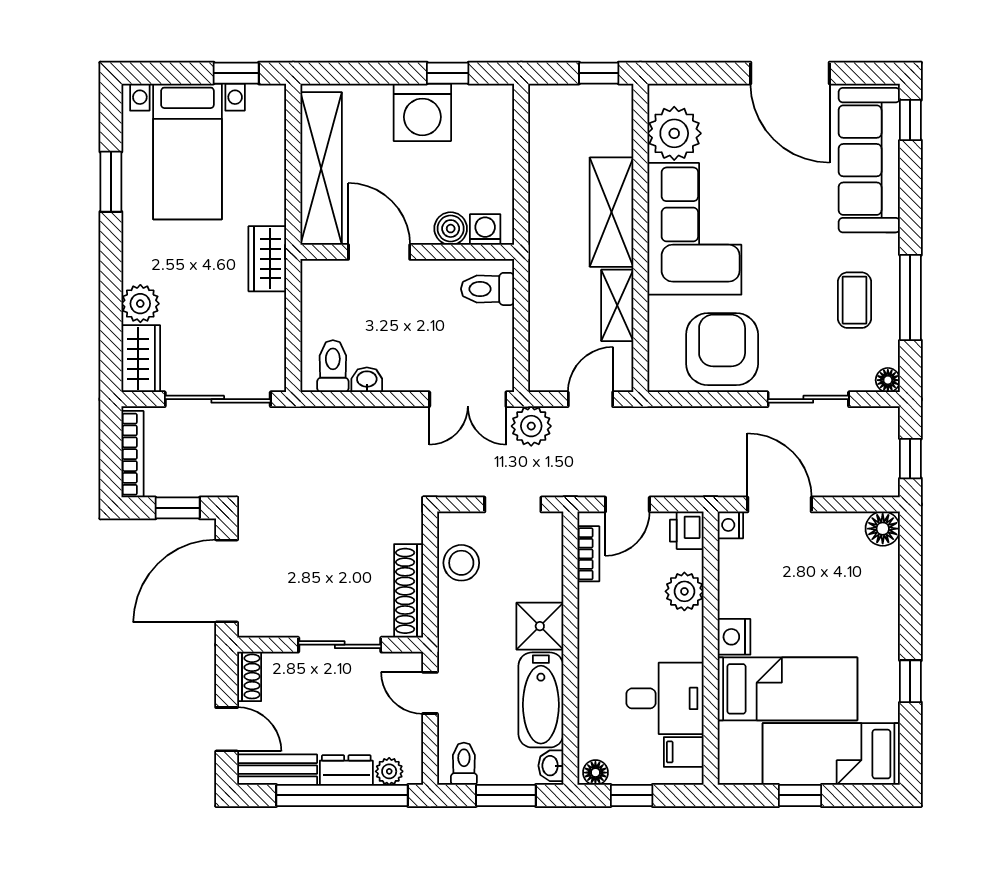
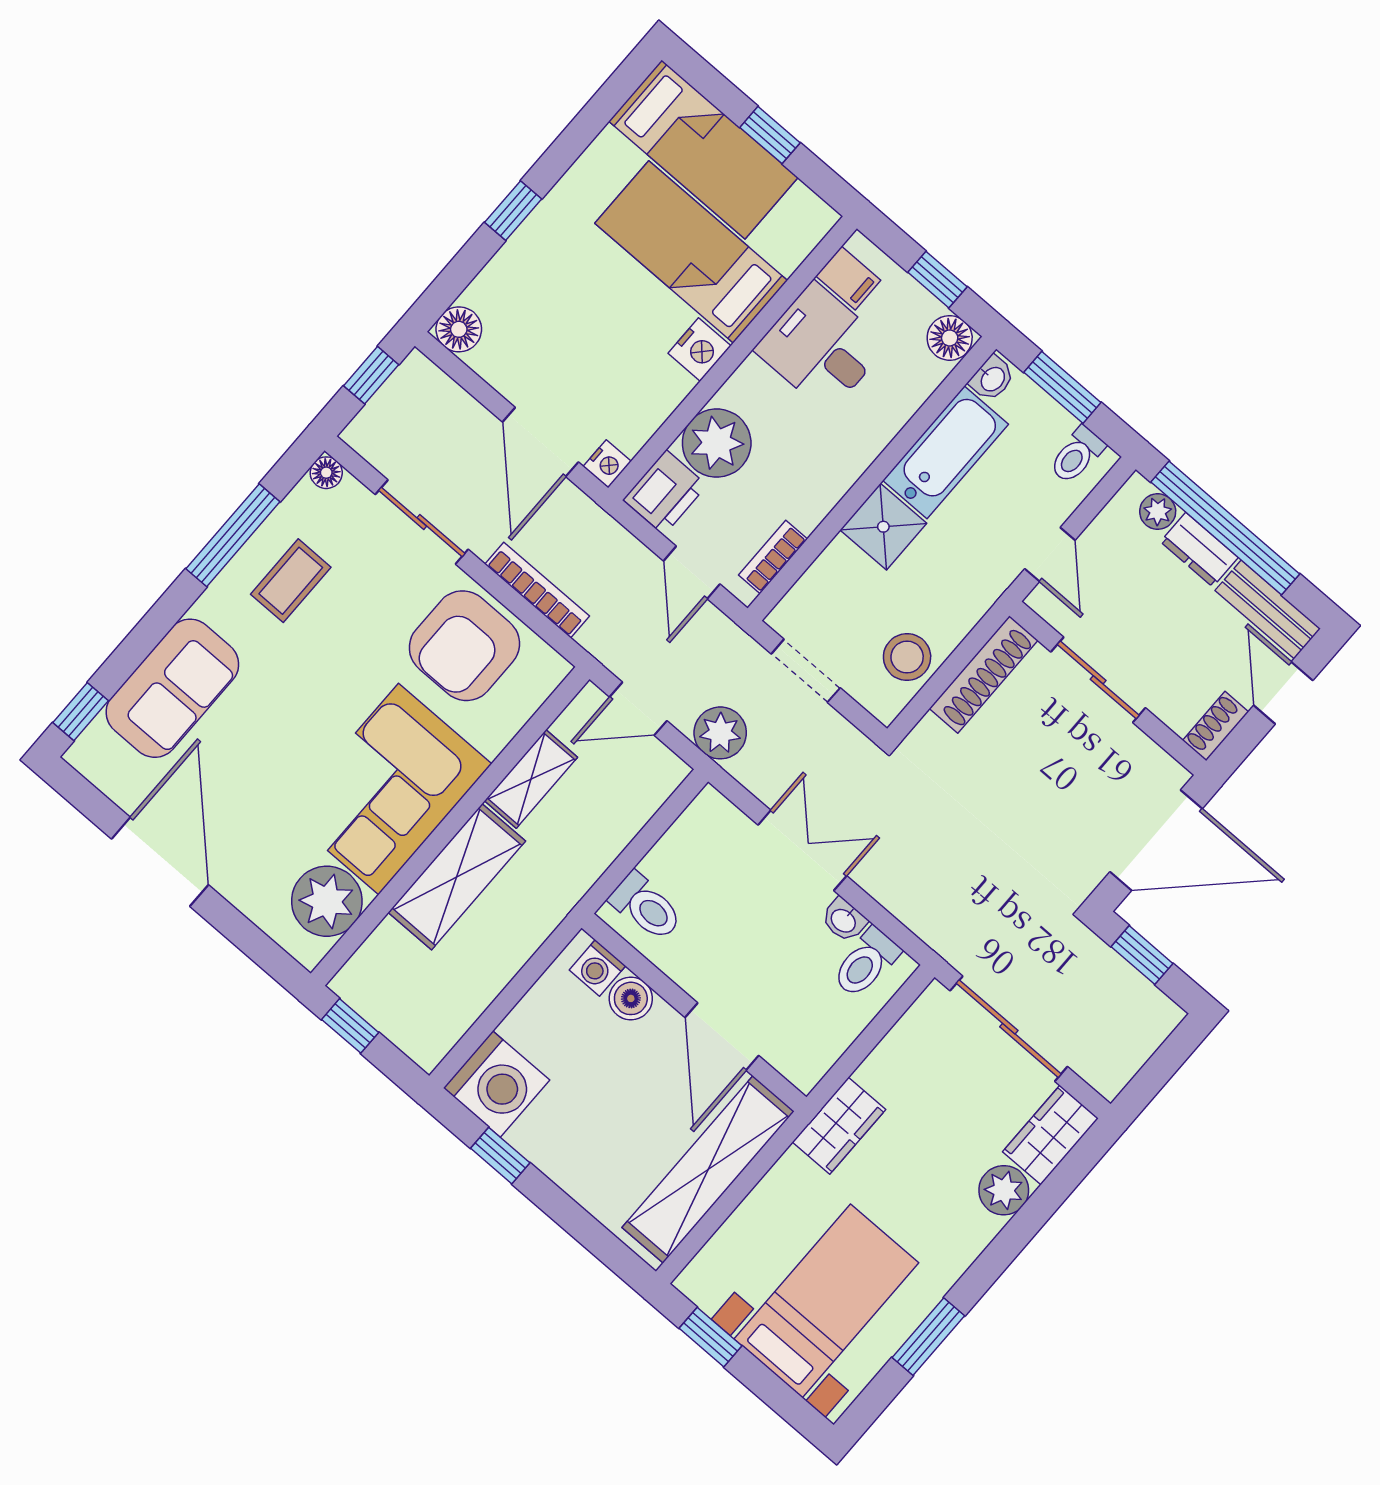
washing machine: (422, 112) -> (497, 1084), moved, turned 90
sofa: (869, 160) -> (172, 688), width x0.73
double door: (468, 399) -> (802, 850), moved
bookcase: (132, 454) -> (537, 590), moved, turned 90
door: (627, 504) -> (692, 573), swing flipped
printer: (687, 531) -> (665, 492), width x1.36, depth x1.24
plant: (684, 591) -> (717, 443), width x1.36, depth x1.36
window: (910, 681) -> (513, 211), moved
floor lamp: (595, 773) -> (950, 338), width x1.37, depth x1.37

